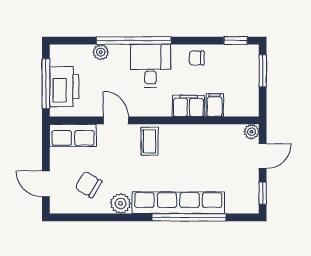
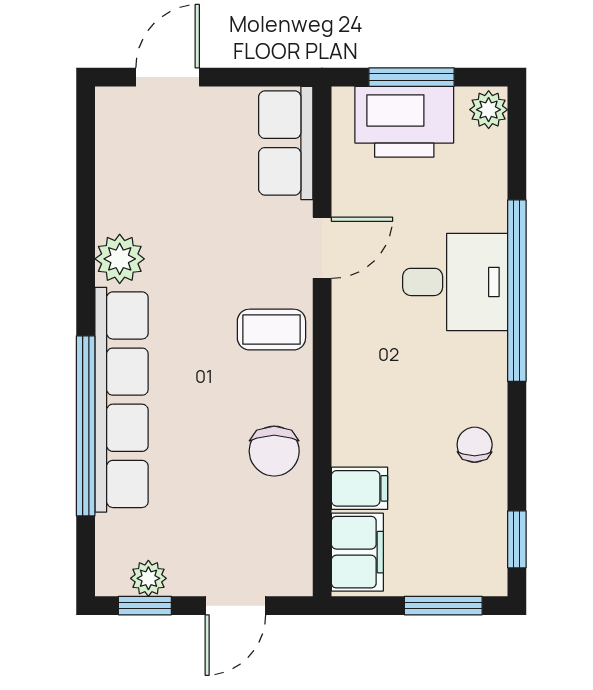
plant: (101, 52) -> (489, 110), moved
desk: (150, 66) -> (455, 282), moved
window: (46, 84) -> (412, 77), width x0.69
filing cabinet: (188, 106) -> (357, 552), moved
plant: (251, 132) -> (148, 578), moved
door: (263, 156) -> (235, 606), hinge flipped
chair: (88, 185) -> (274, 451), moved, turned 149

